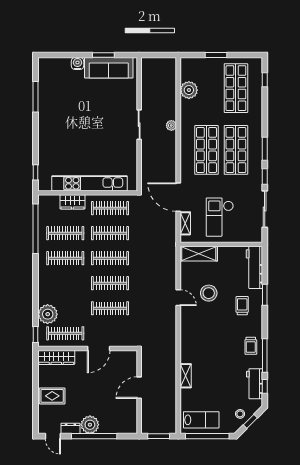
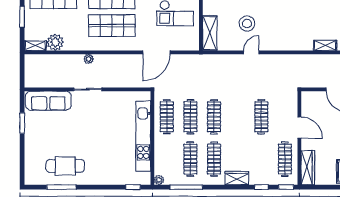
water cooler: (78, 63) -> (30, 147), removed
sofa: (109, 68) -> (48, 101), moved, turned 90
cafe table: (58, 101) -> (65, 166), added
wardrobe: (72, 202) -> (237, 178), moved, turned -90
shelving: (185, 223) -> (35, 46), moved
window: (36, 229) -> (186, 187), width x0.68
clothes rail: (110, 283) -> (238, 117), removed
window: (36, 308) -> (261, 187), added
plant: (48, 314) -> (159, 180), moved, width x0.53, depth x0.53

